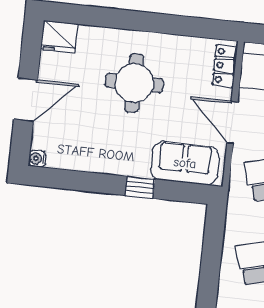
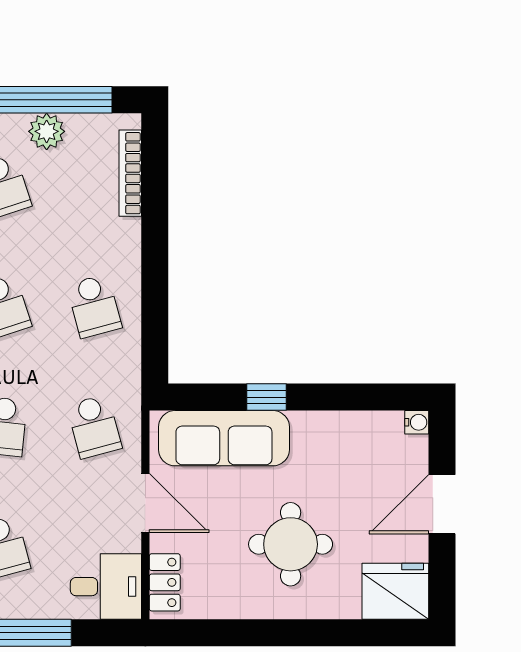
fridge: (59, 37) -> (395, 591), width x1.36, depth x1.34
sofa: (185, 163) -> (224, 438), width x1.36

